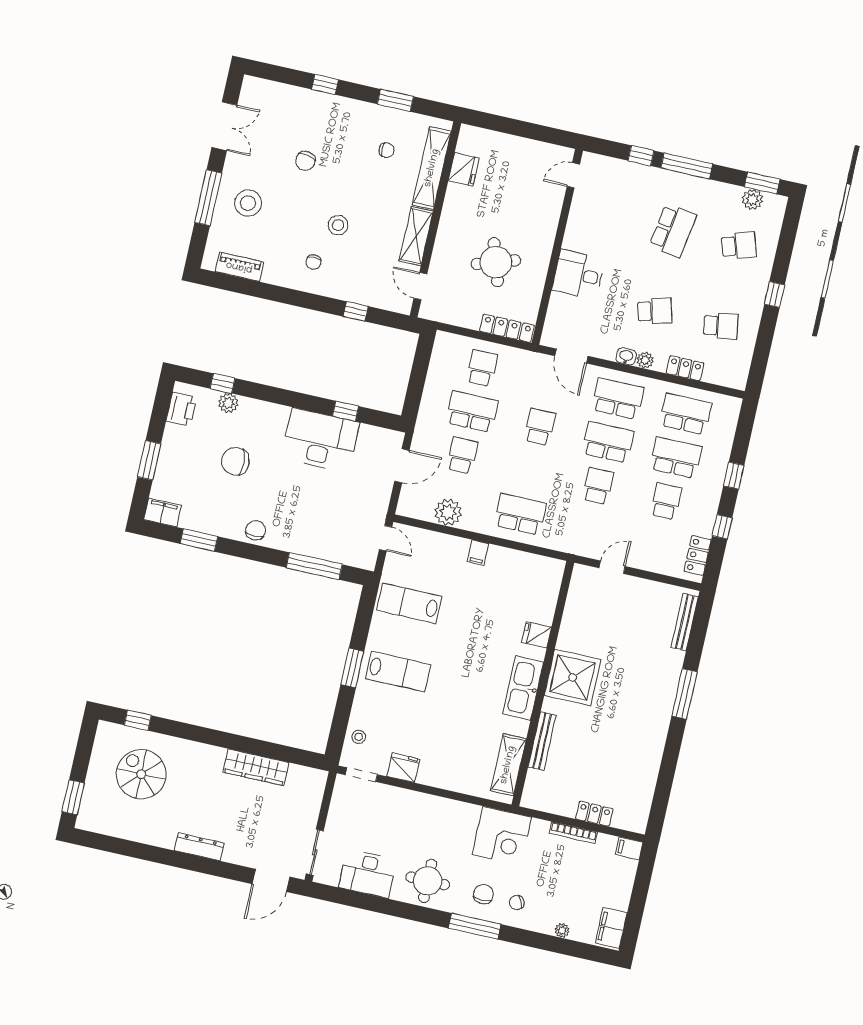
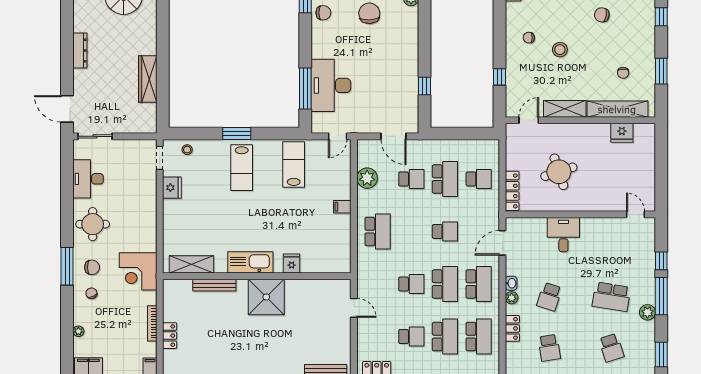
plant: (752, 199) -> (647, 312), moved
school desk: (655, 311) -> (549, 297), turned 33
desk: (320, 440) -> (331, 85), moved, turned 180
chair: (256, 530) -> (323, 13), moved

